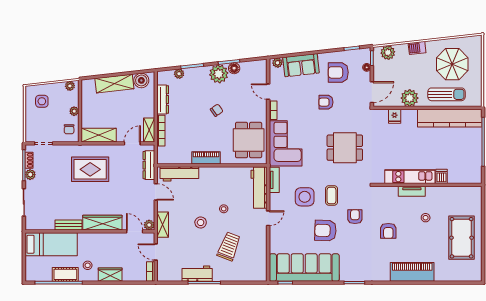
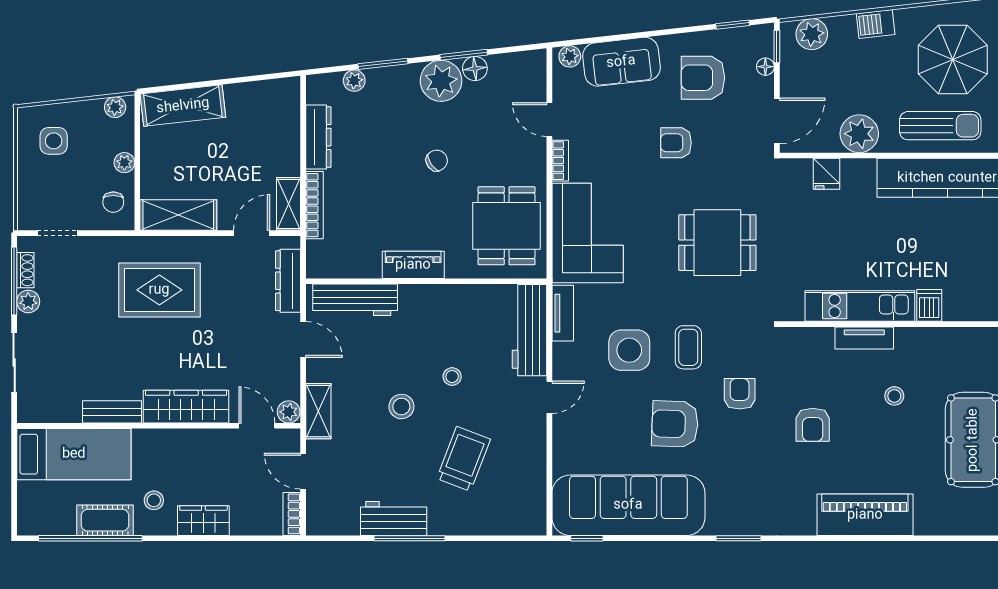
boiler: (141, 80) -> (272, 95), removed
shelving: (114, 84) -> (183, 106), moved

